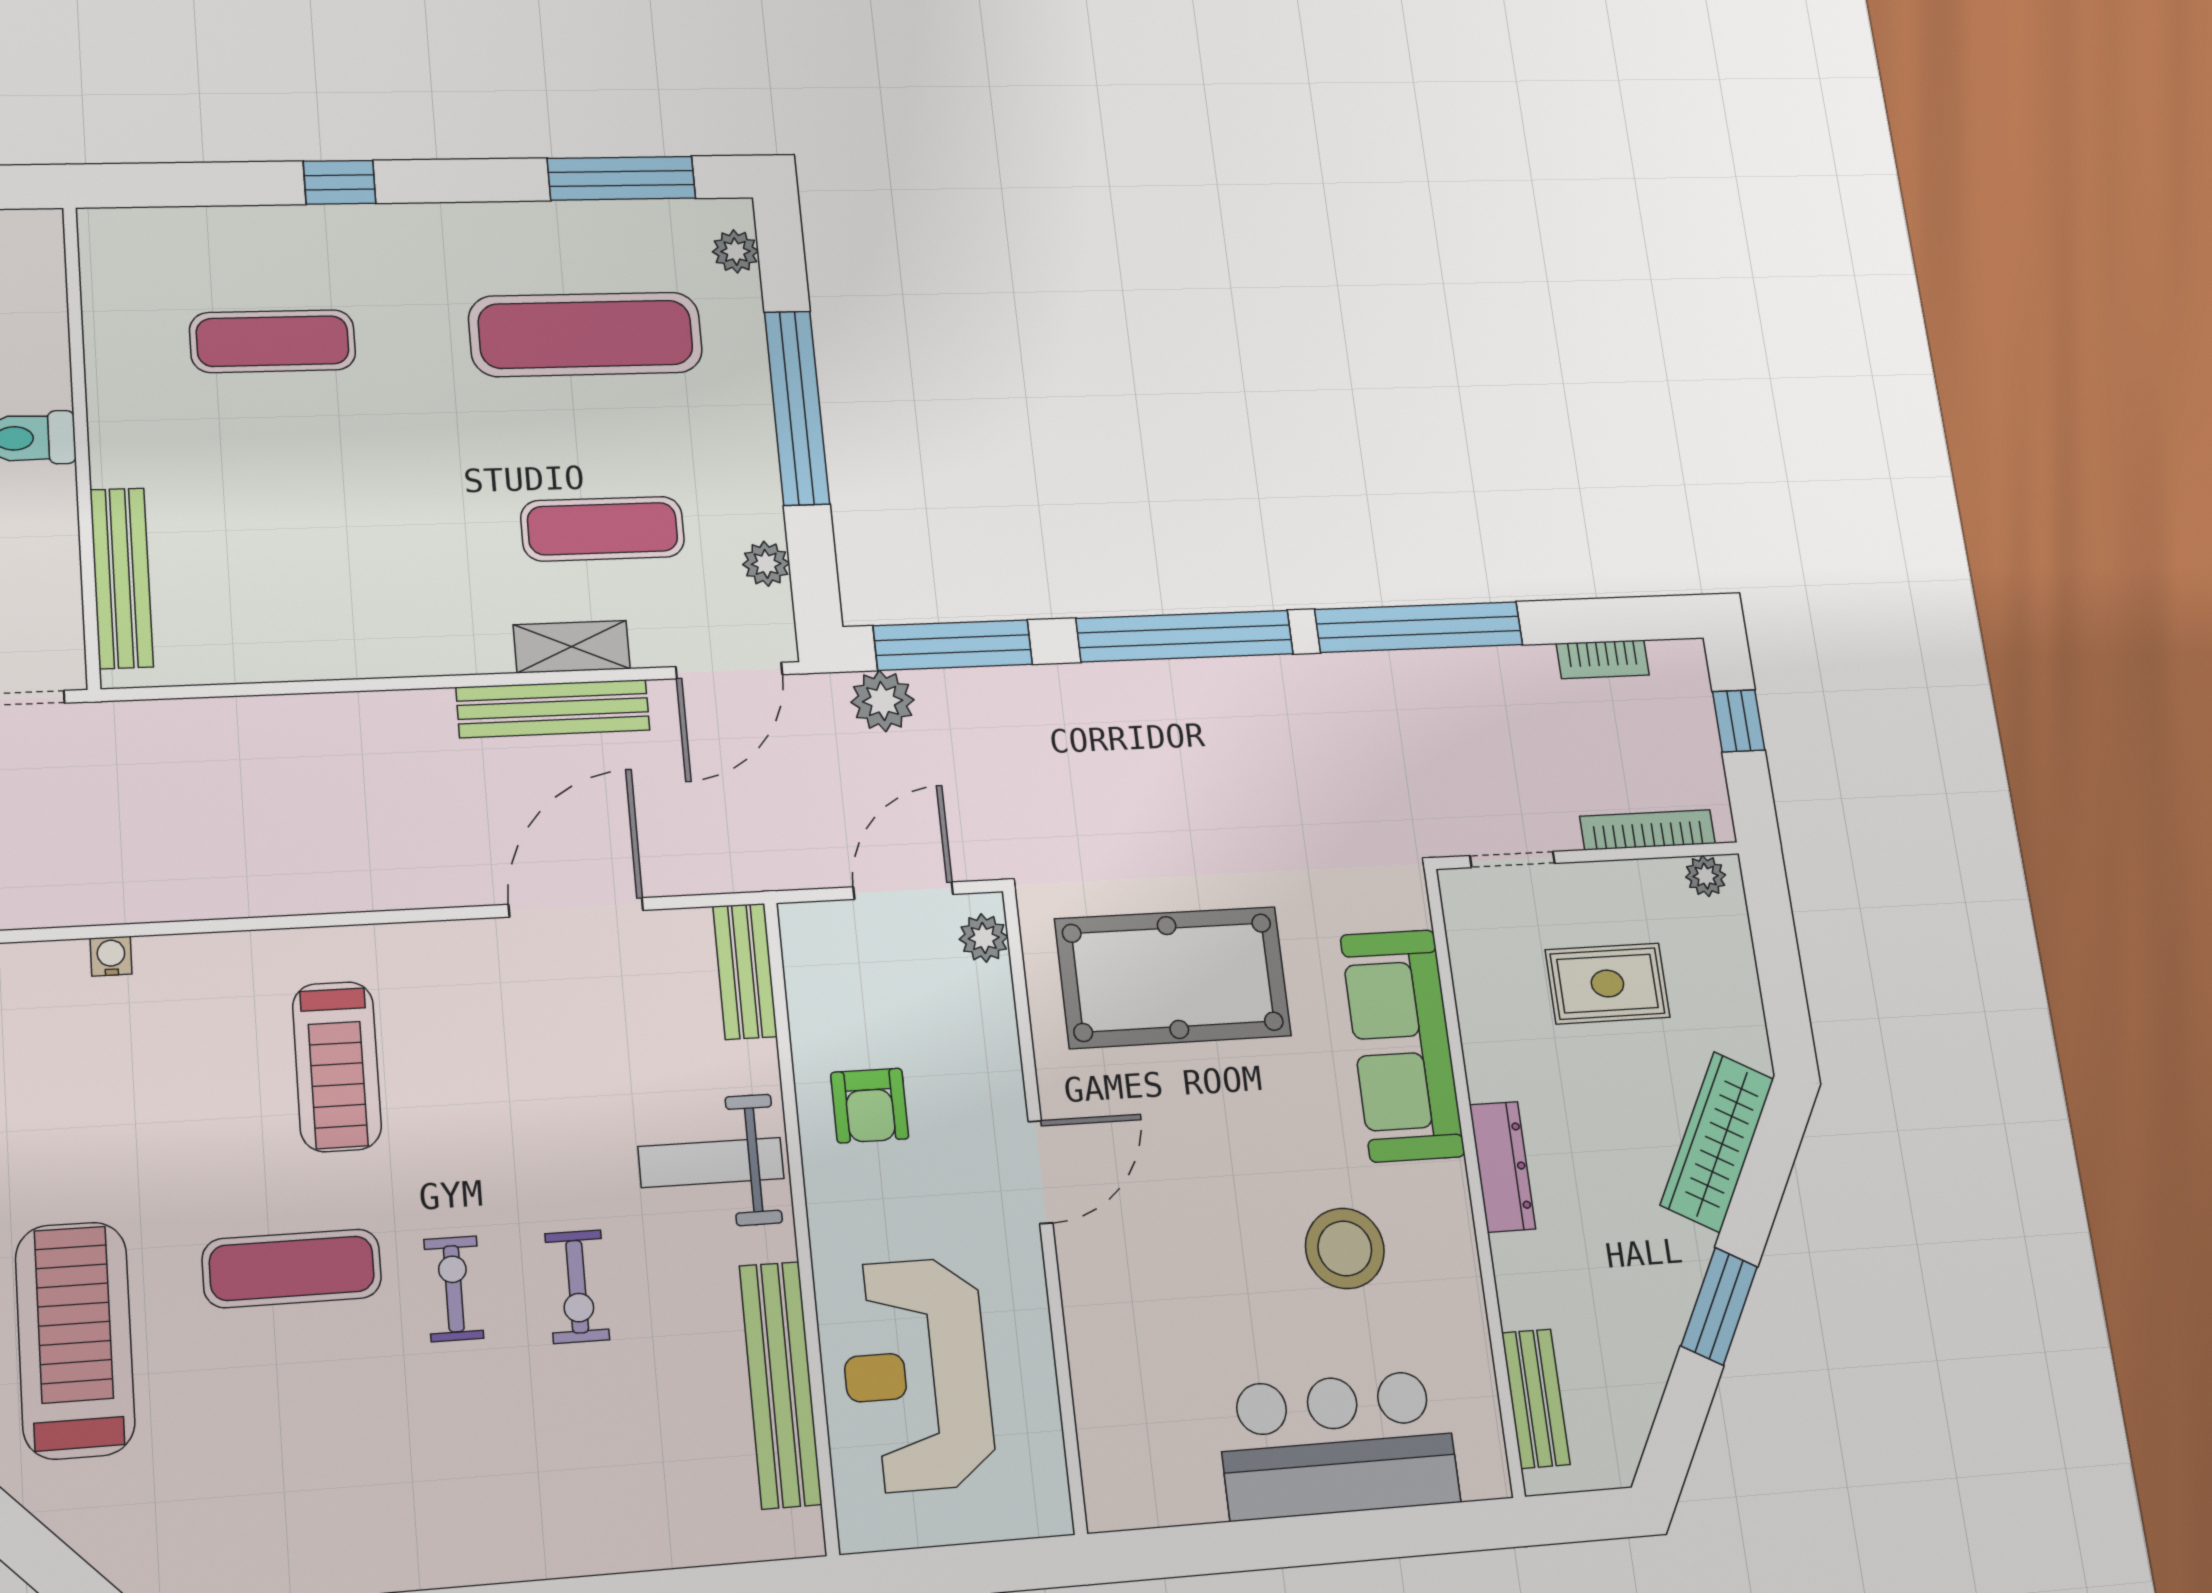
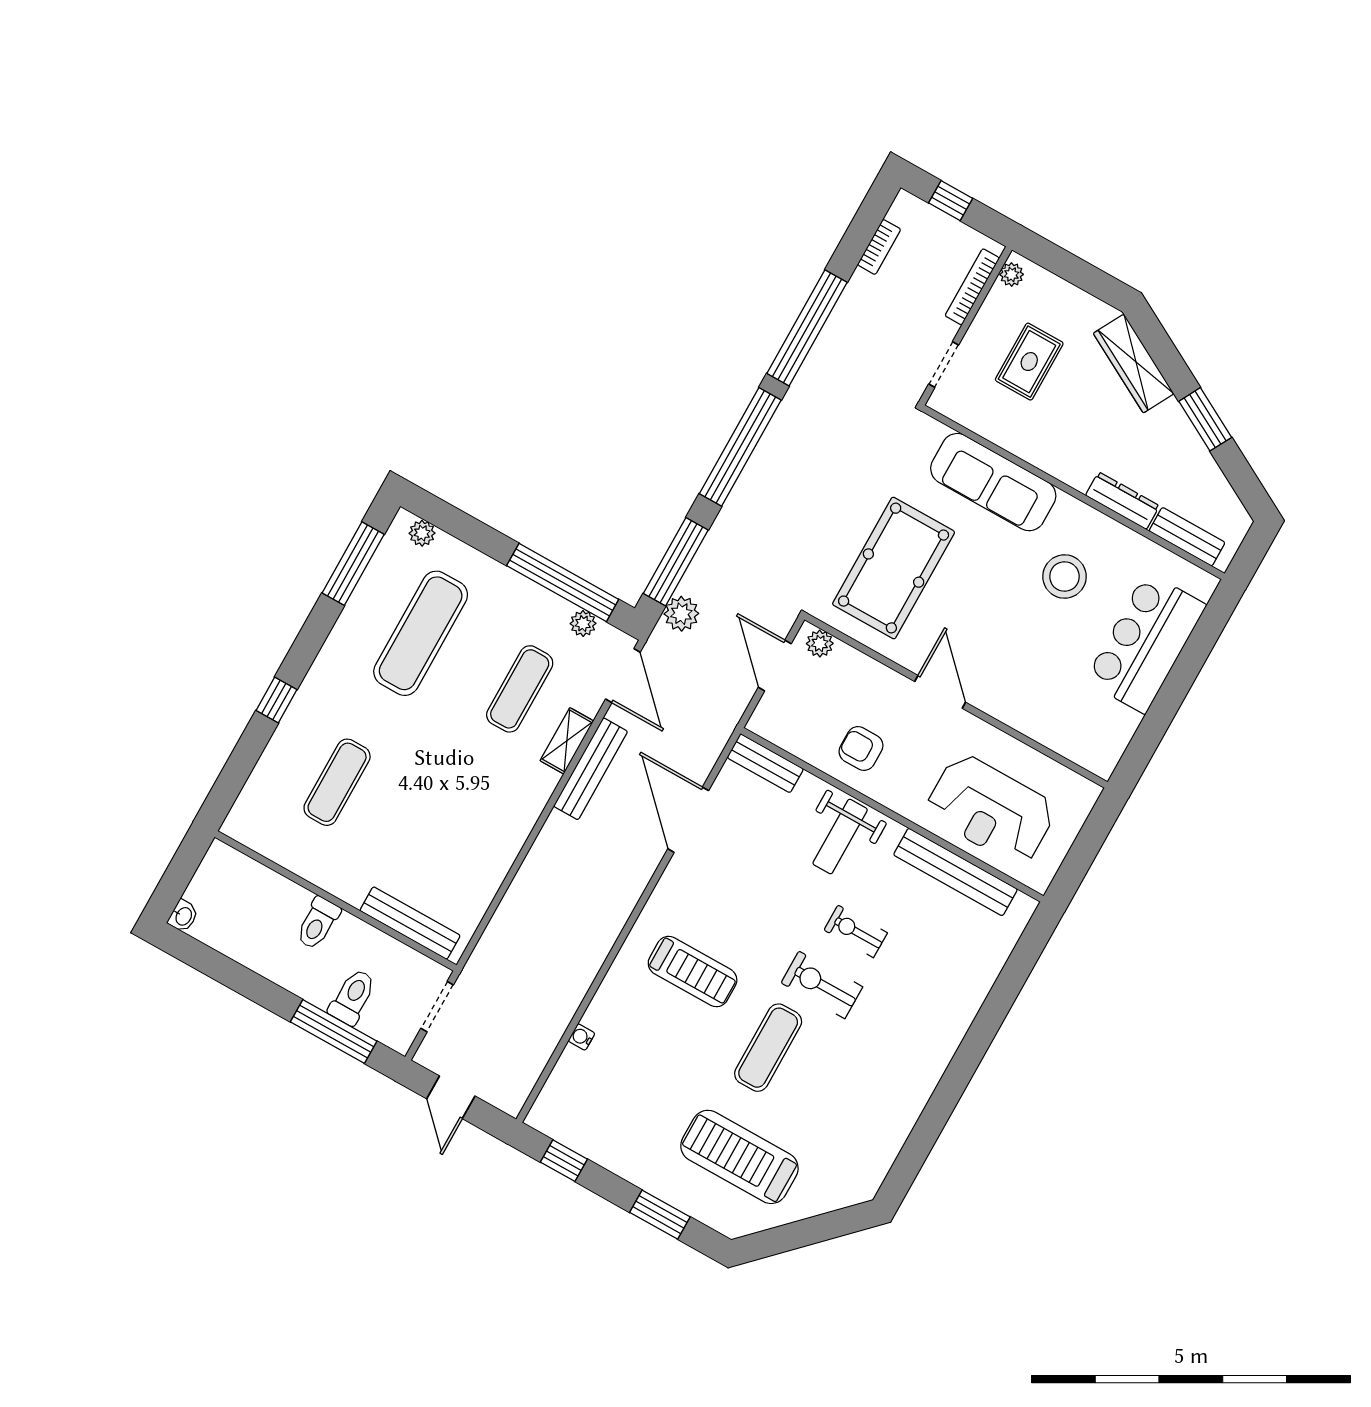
window: (797, 408) -> (563, 582), moved
armchair: (870, 1106) -> (861, 749), turned 180
dresser: (1502, 1167) -> (1122, 501), moved
exercise bike: (577, 1287) -> (856, 931), turned 180
exercise bike: (454, 1289) -> (822, 985), width x1.38, depth x1.39

